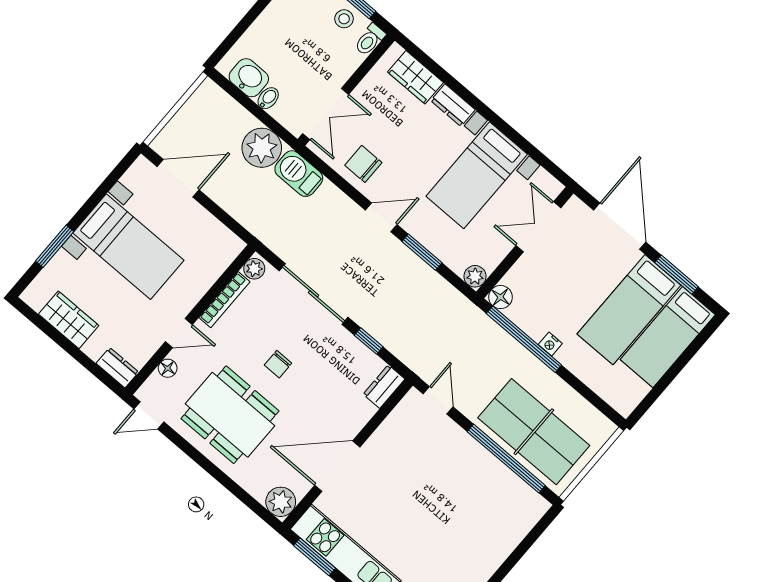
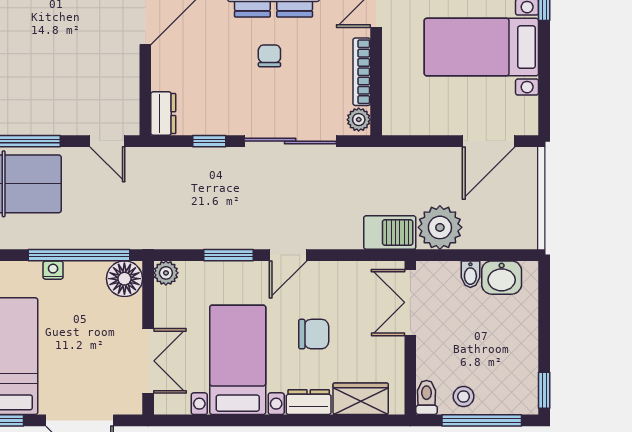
chair: (363, 164) -> (314, 334), moved
floor lamp: (500, 297) -> (124, 279), width x1.38, depth x1.38

